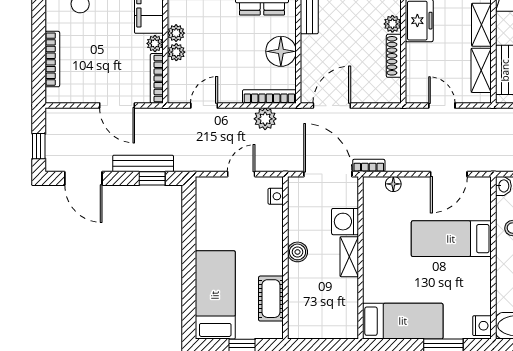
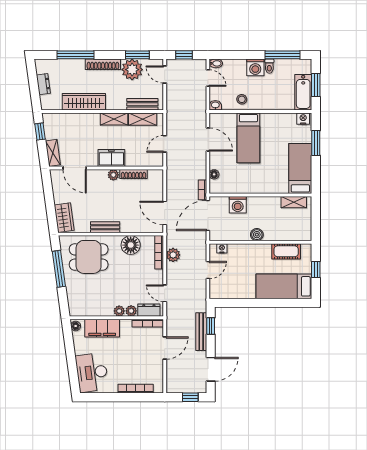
plant: (155, 43) -> (126, 324), removed
dresser: (177, 80) -> (149, 310), added
door: (241, 174) -> (208, 270), swing flipped
shelving: (349, 257) -> (294, 202), moved

